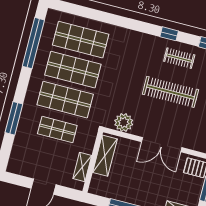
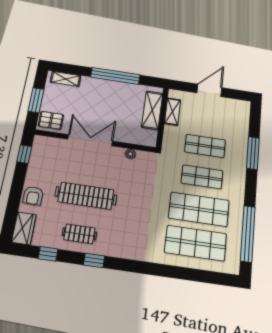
shop shelf: (65, 100) -> (202, 177), width x0.70, depth x0.74
plant: (124, 122) -> (130, 154), width x0.53, depth x0.53
shelving: (105, 156) -> (152, 110), moved

